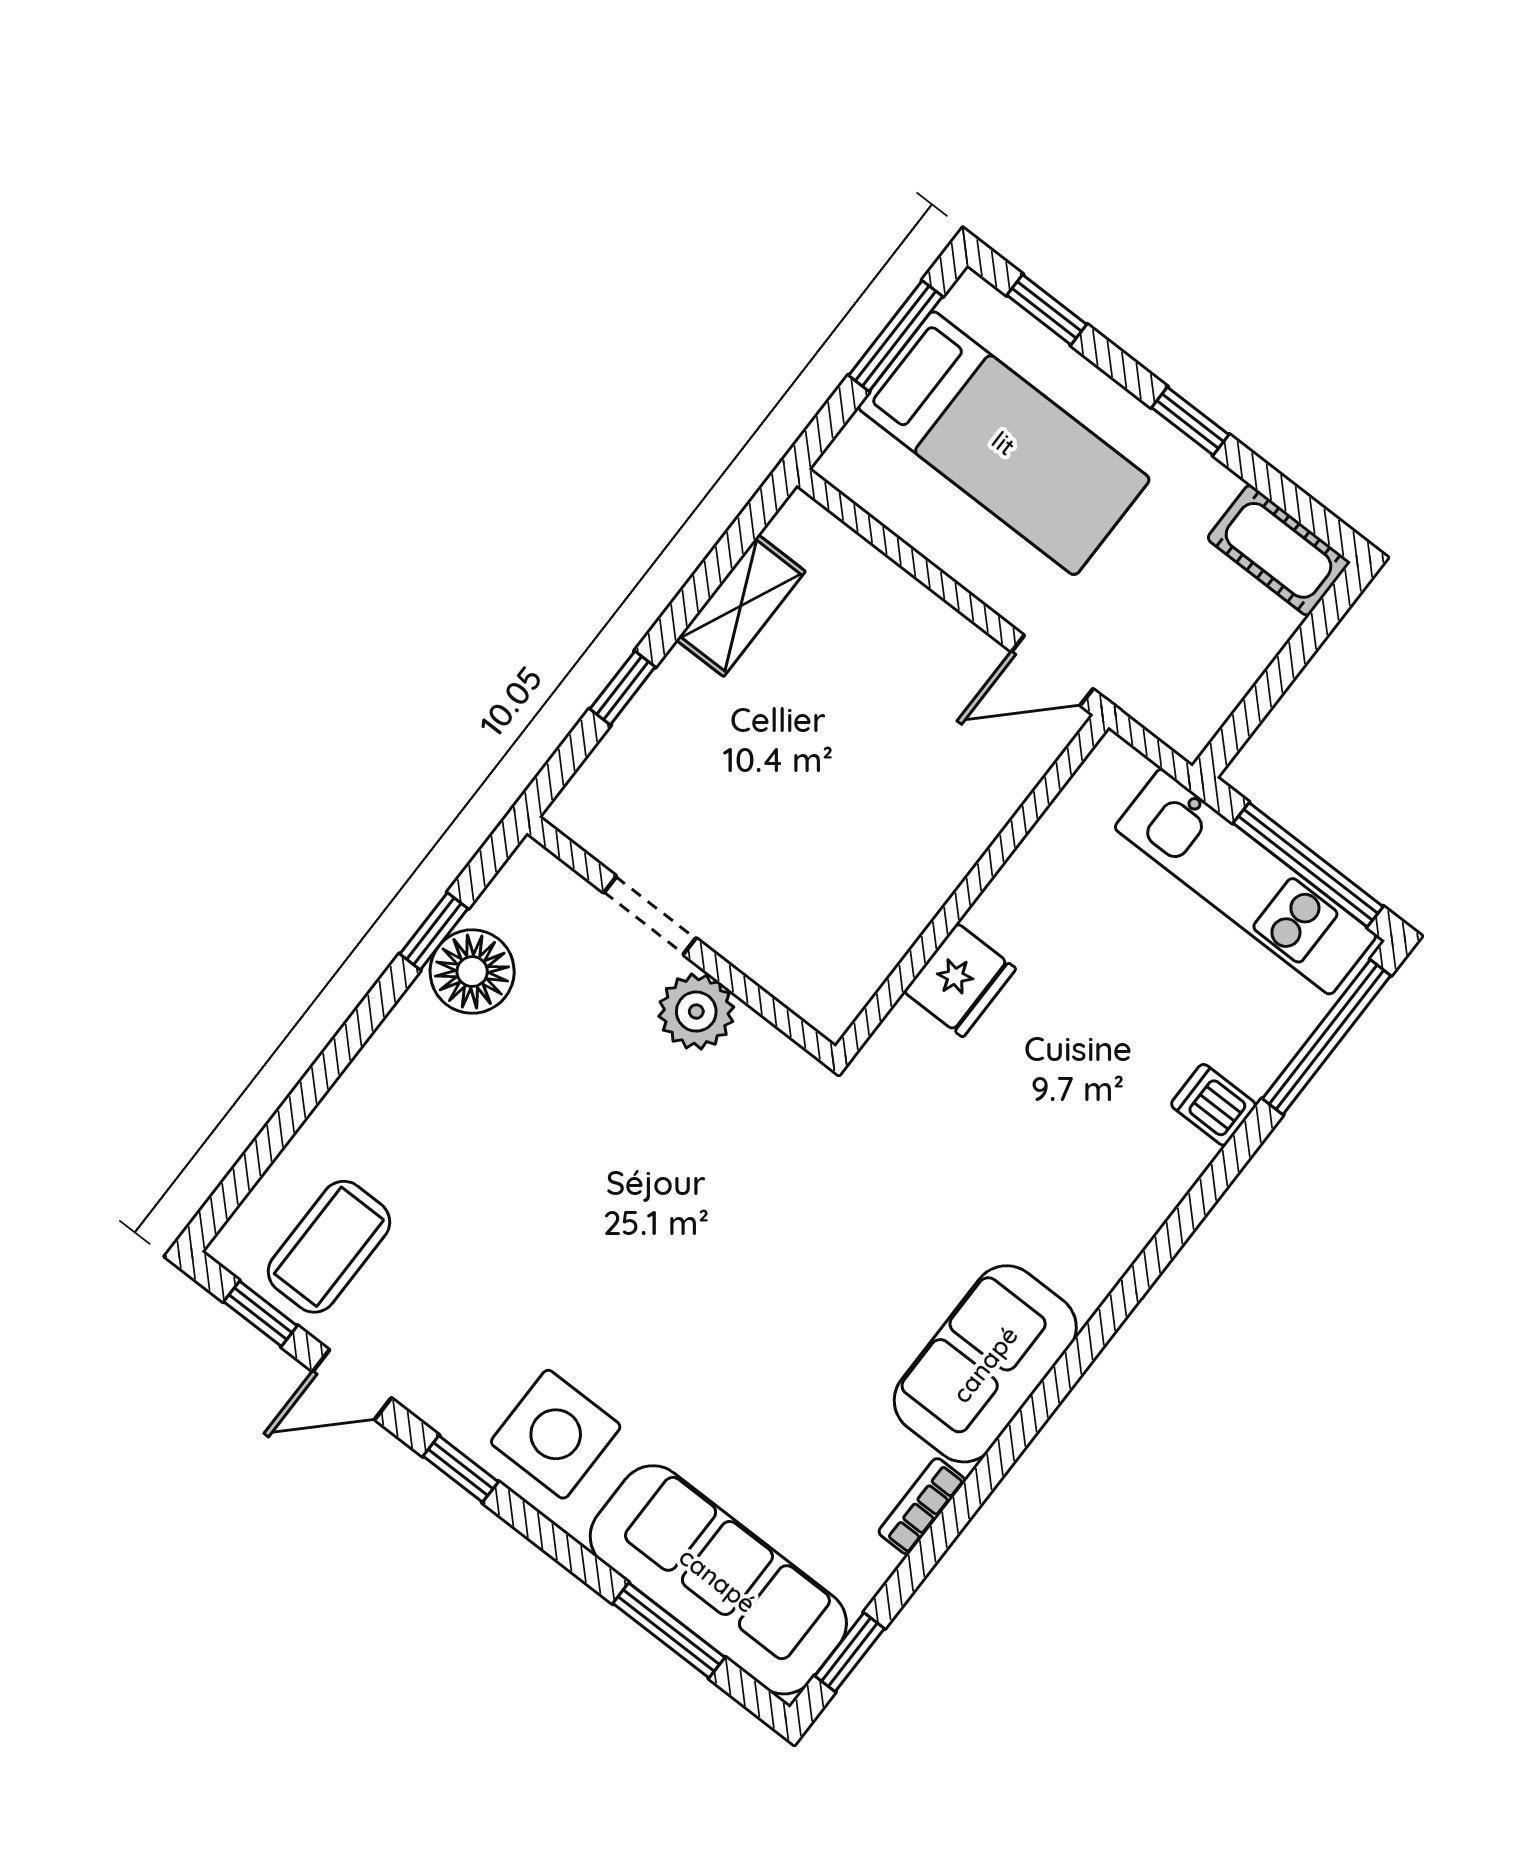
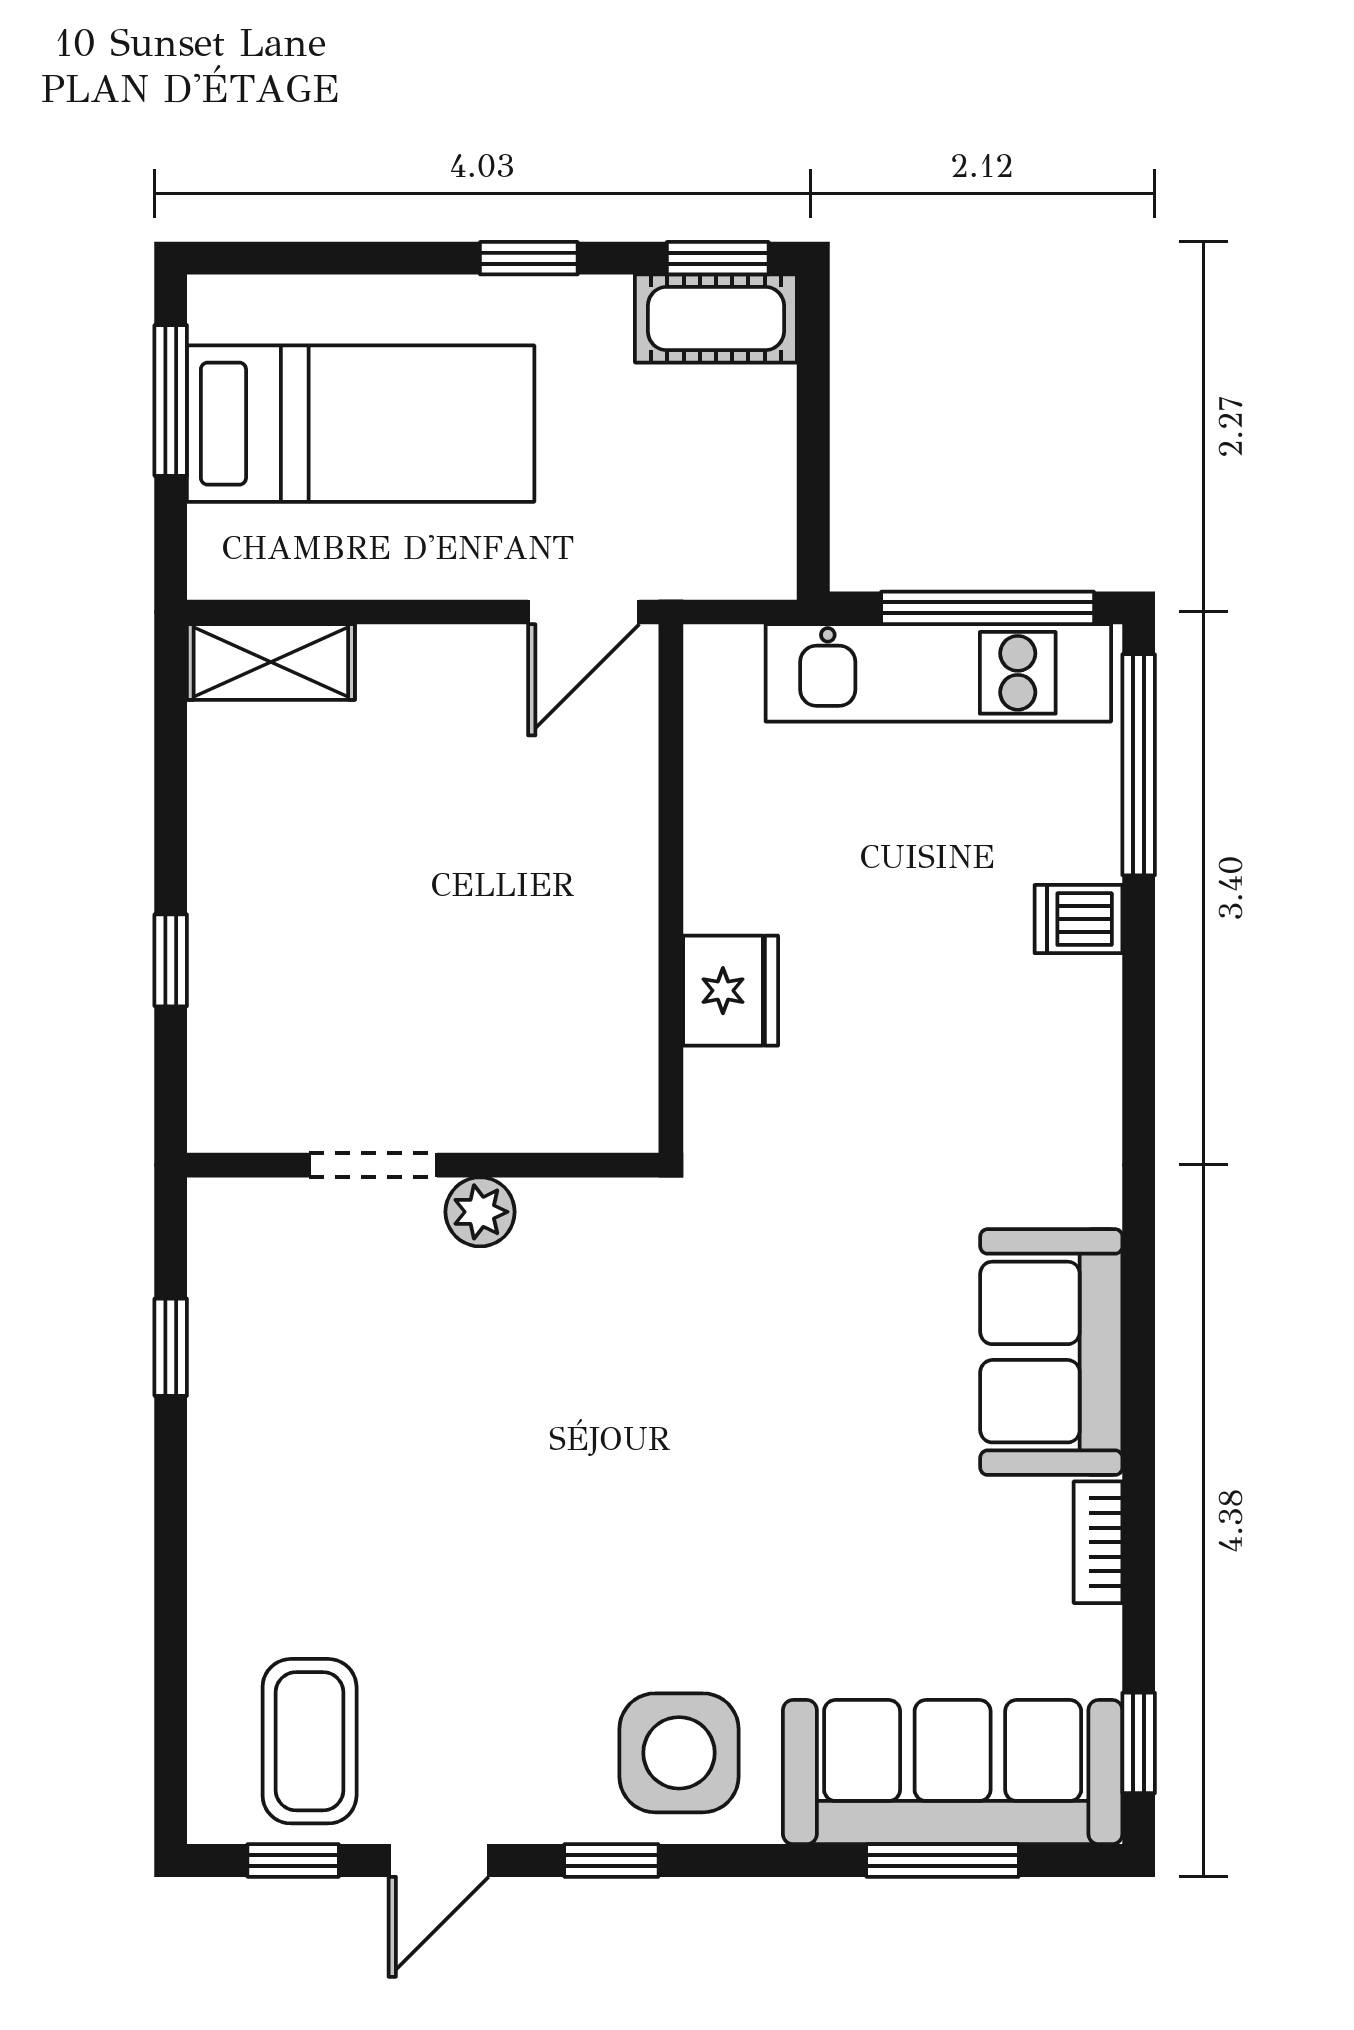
window: (1047, 310) -> (718, 258), moved
shelving: (741, 606) -> (271, 662), moved, turned 90
floor lamp: (472, 972) -> (240, 1358), removed
plant: (696, 1012) -> (480, 1212), width x0.73, depth x0.73

